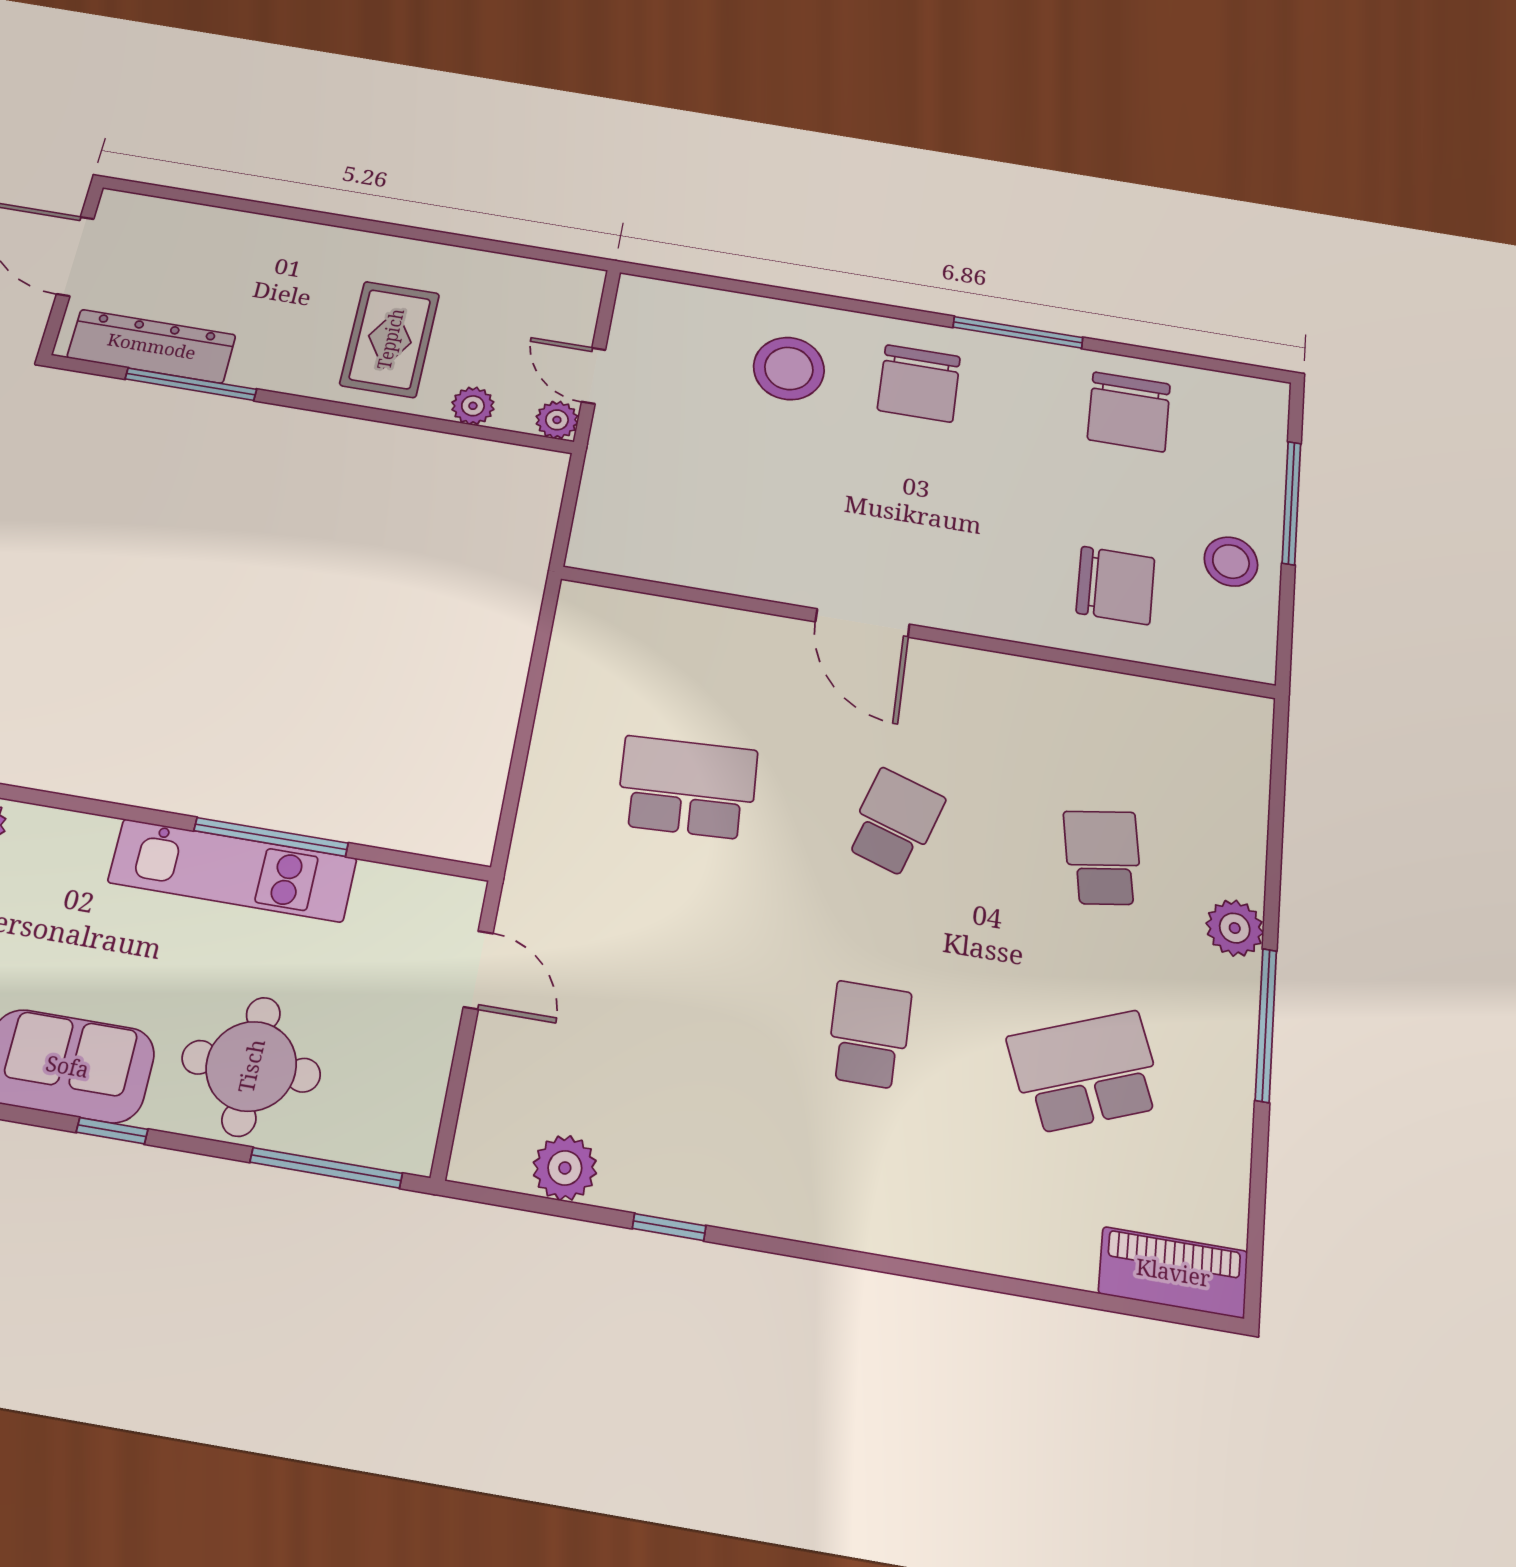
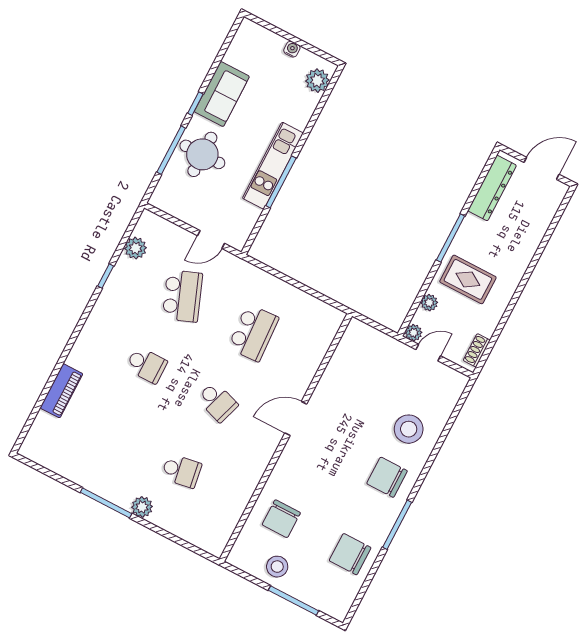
shoe rack: (552, 277) -> (477, 350), added
window: (191, 384) -> (451, 238), moved
school desk: (1085, 1072) -> (182, 296), moved
window: (326, 1168) -> (171, 150), moved
piano: (1173, 1272) -> (61, 391), moved

